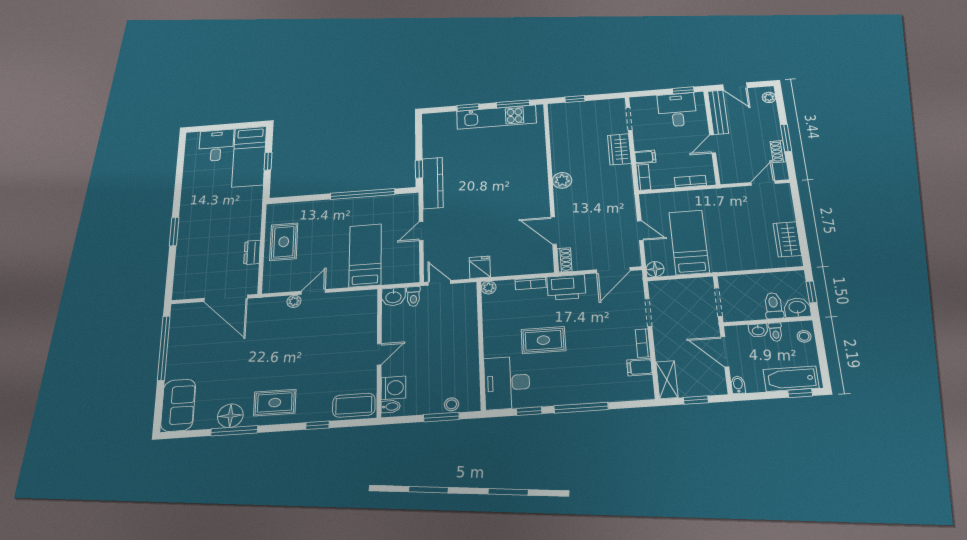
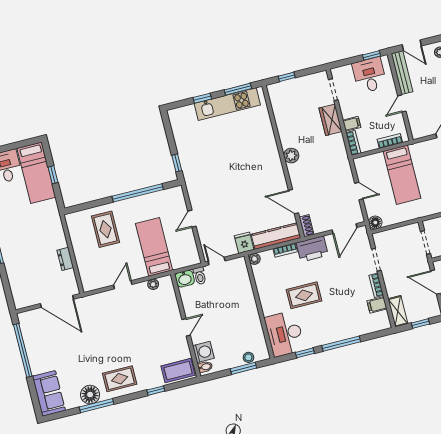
kitchen counter: (433, 183) -> (276, 236), moved, turned -90
rug: (284, 242) -> (105, 229), moved
bed: (689, 242) -> (402, 175), moved, turned 180
plant: (294, 301) -> (153, 284), moved

